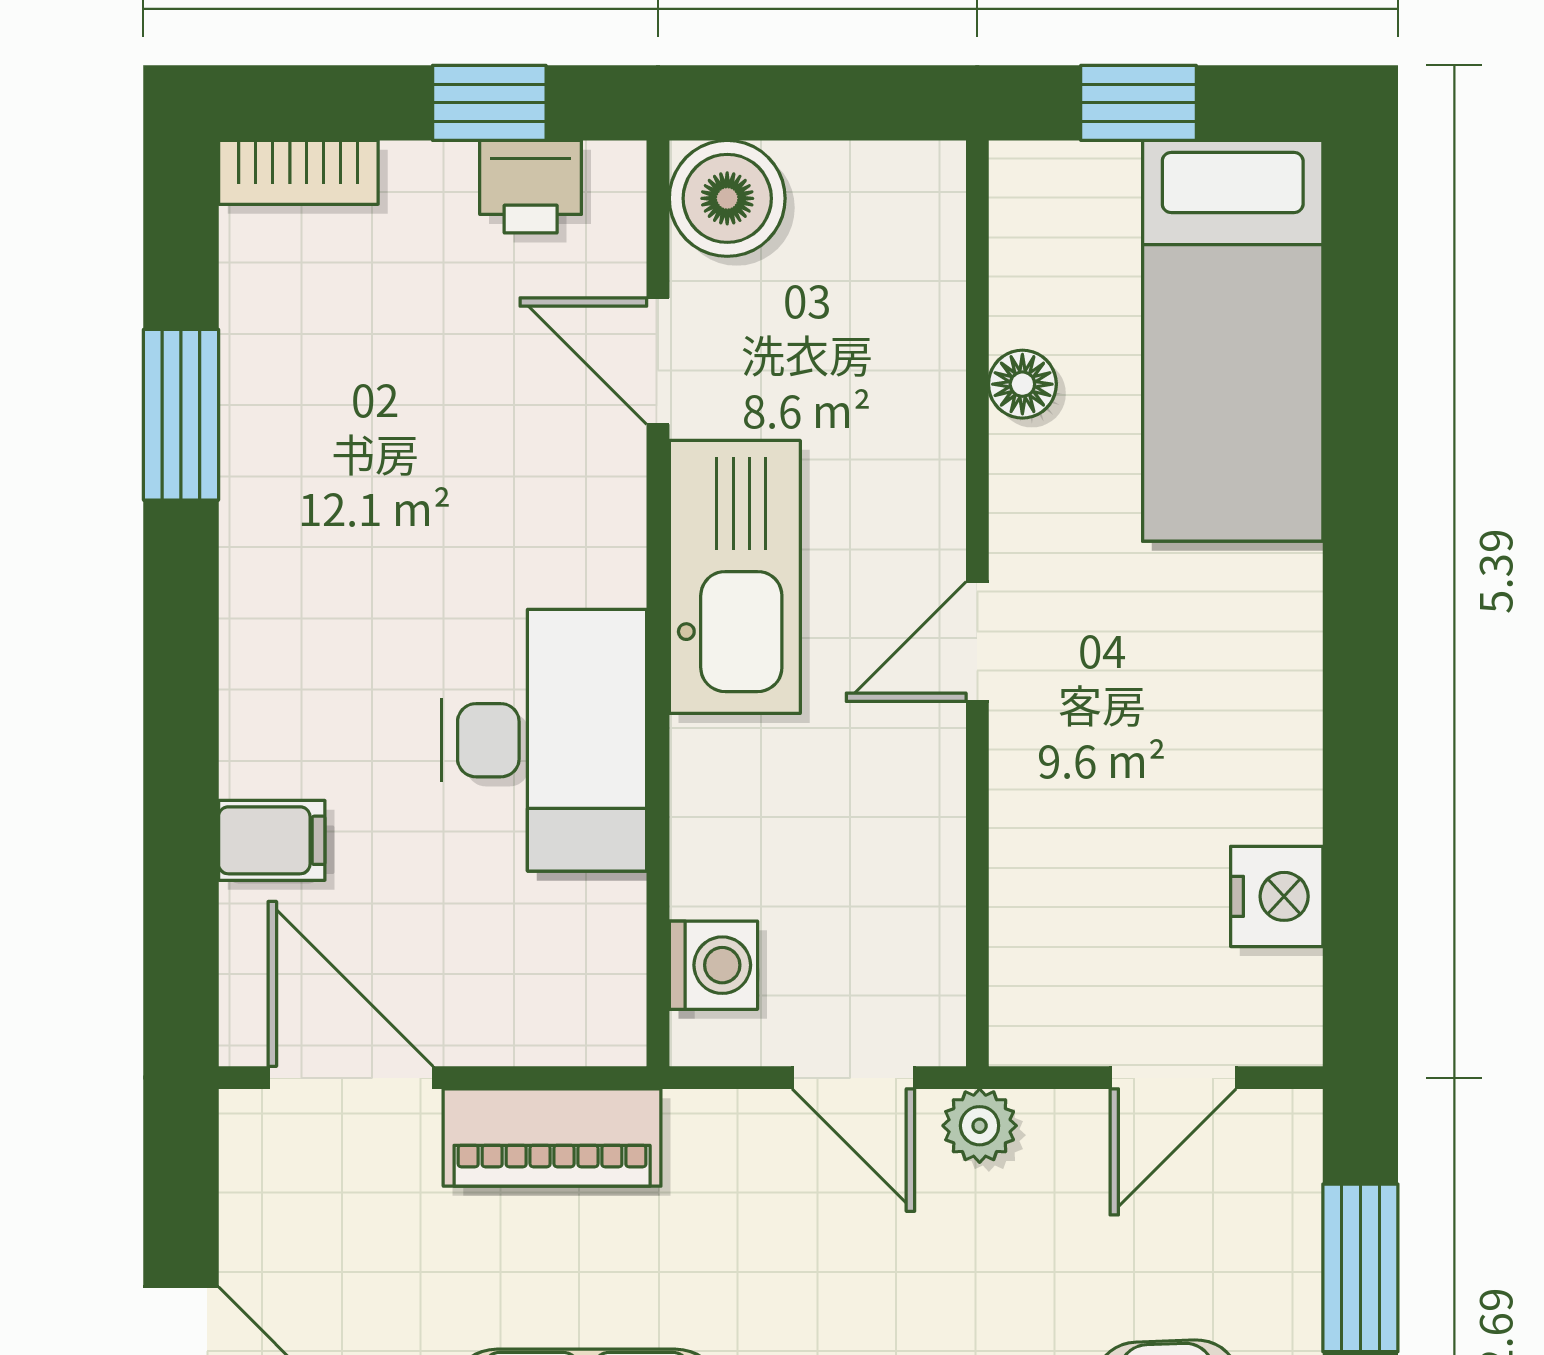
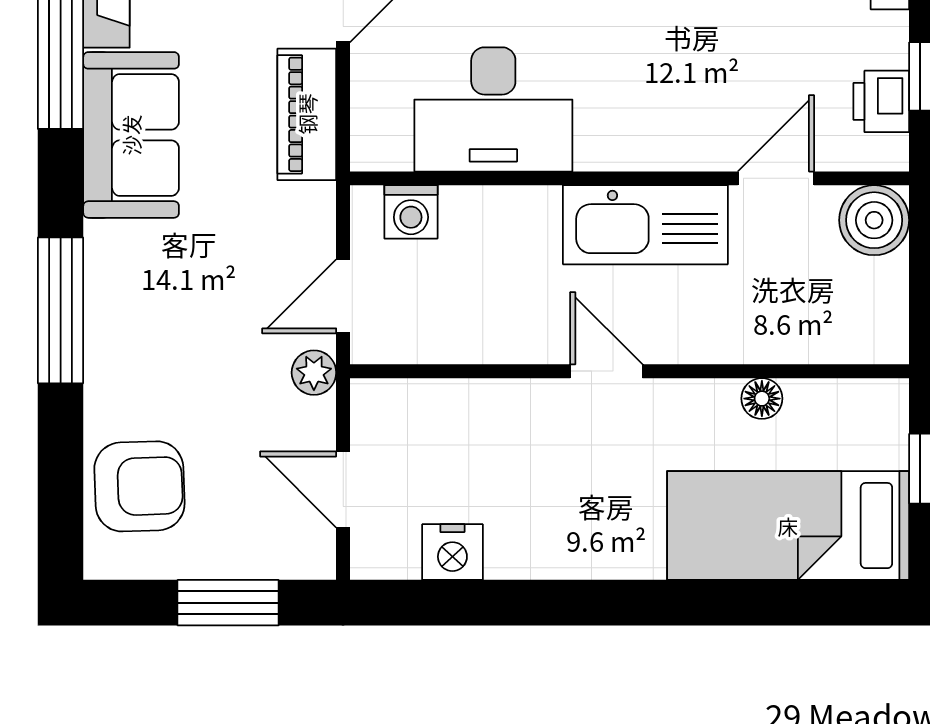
desk: (544, 740) -> (493, 109), moved

